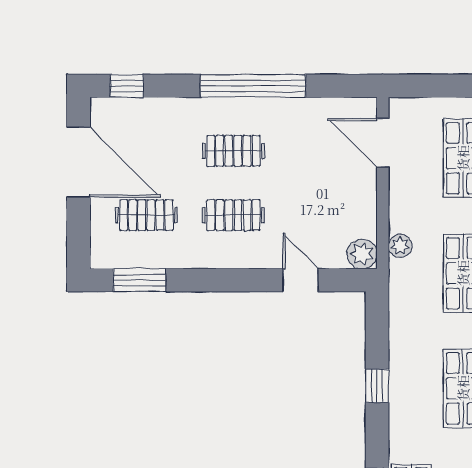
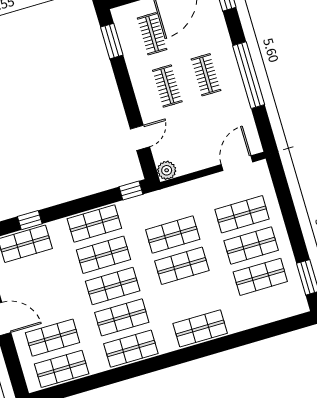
plant: (400, 246) -> (178, 192), removed
window: (377, 386) -> (131, 191), moved
shop shelf: (411, 388) -> (94, 223), added

